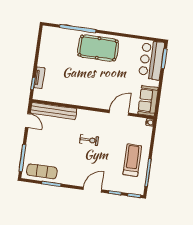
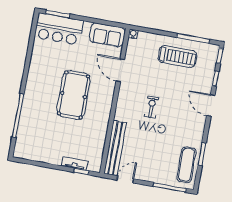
pool table: (98, 48) -> (74, 95), moved
treadmill: (132, 160) -> (177, 56), turned 180

